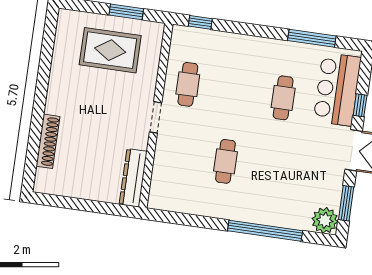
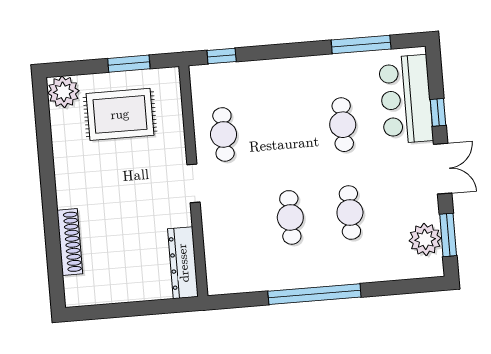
plant: (70, 22) -> (63, 92), added
cafe table: (273, 168) -> (350, 213), added
plant: (325, 220) -> (425, 239), moved
window: (265, 231) -> (314, 294), moved

